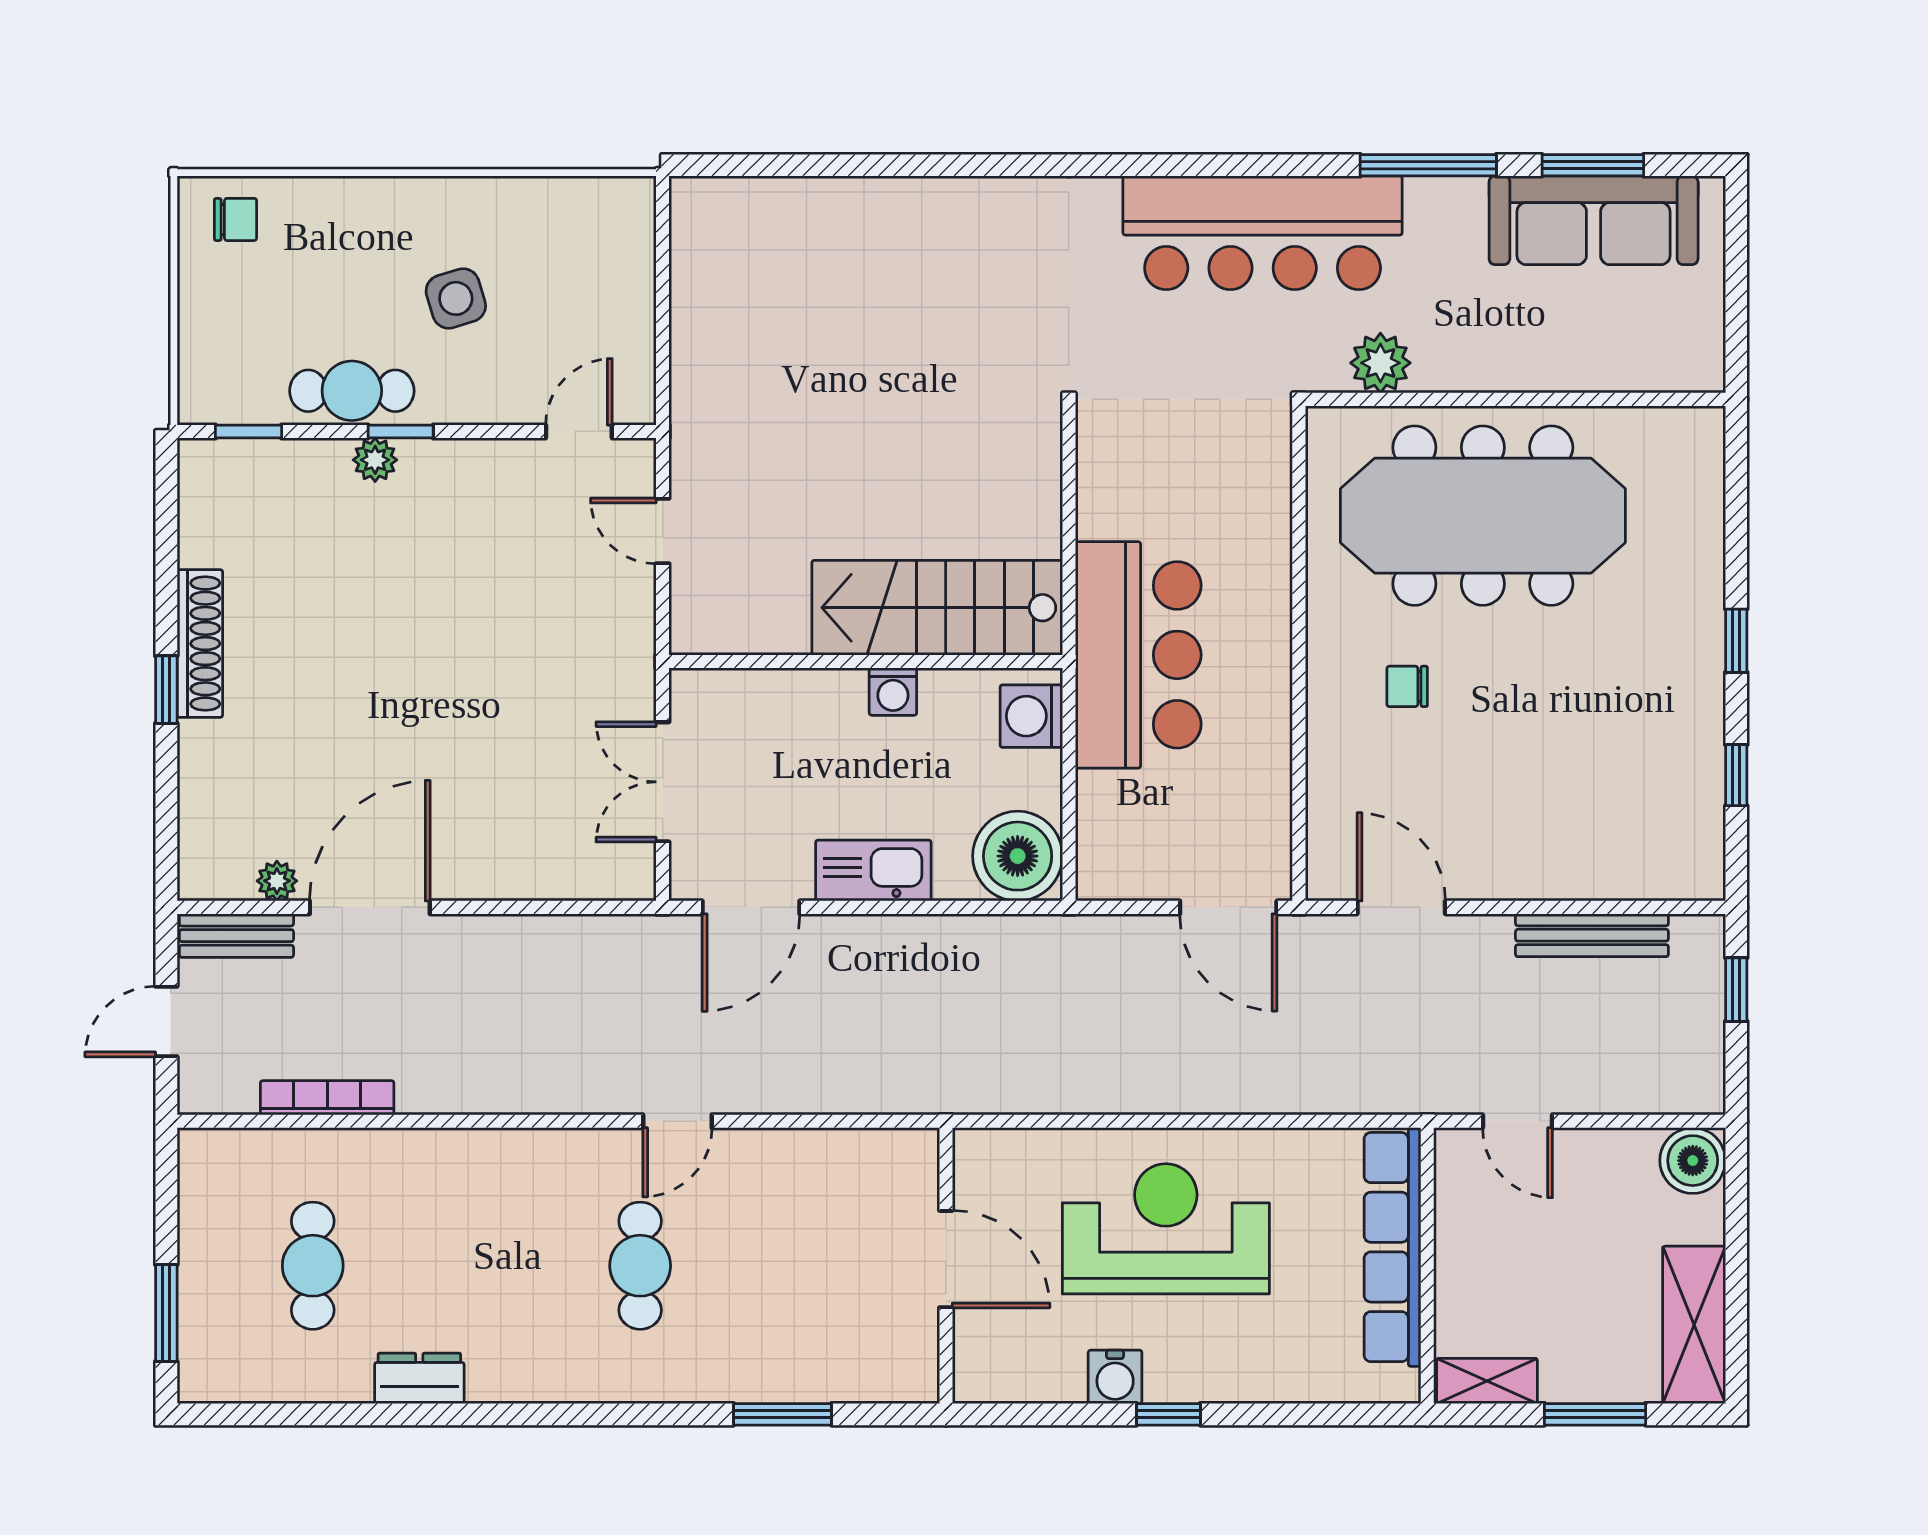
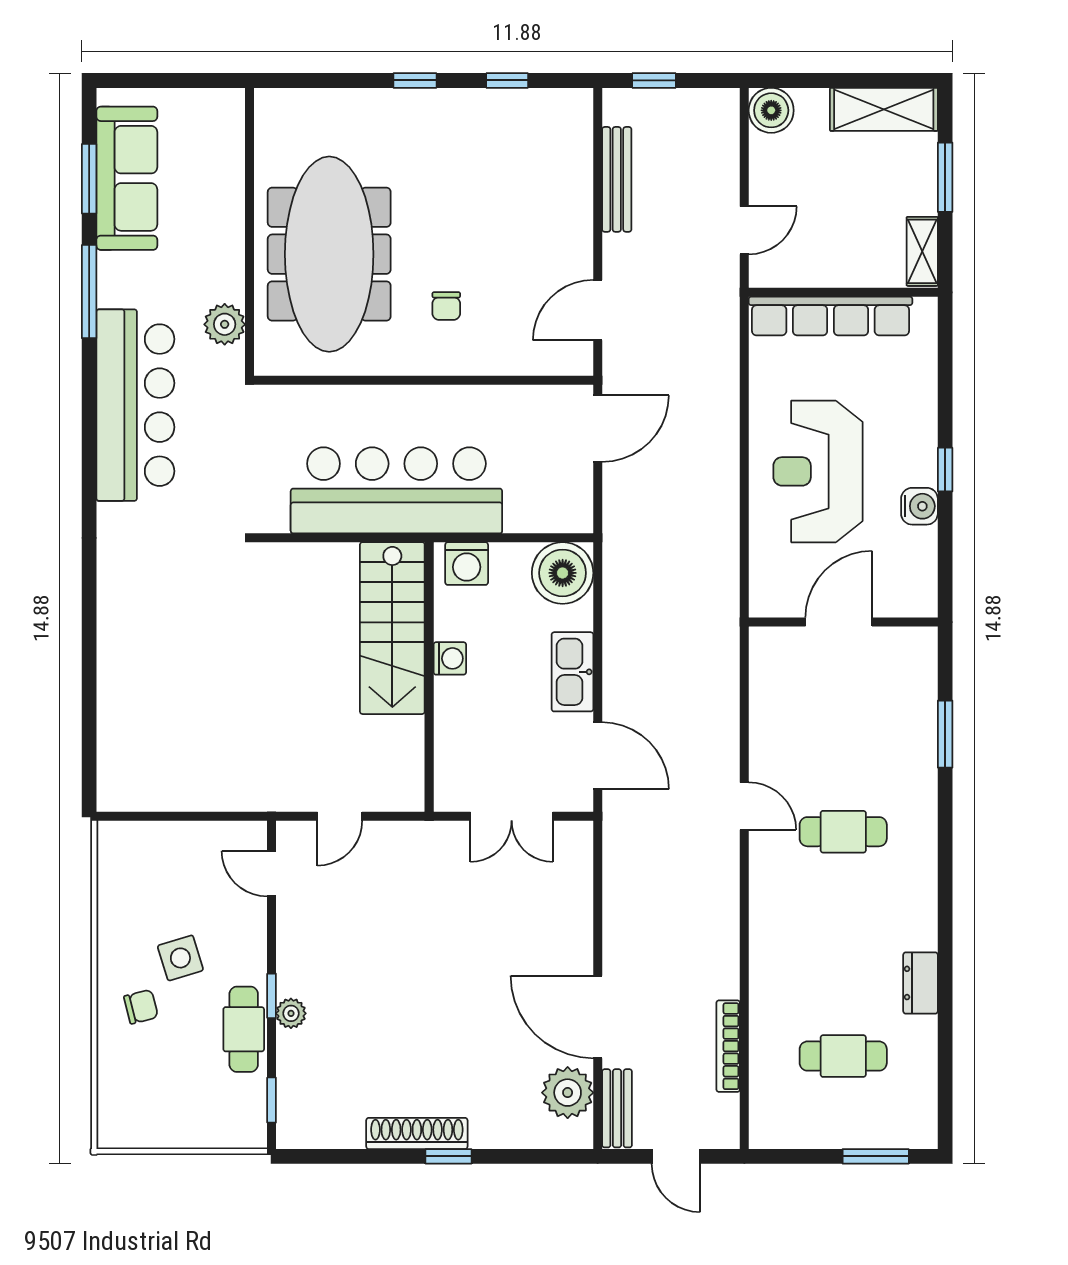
chair: (235, 219) -> (141, 1007), moved, turned 76
bar counter: (1138, 655) -> (396, 490), width x1.36
plant: (277, 881) -> (568, 1093), width x1.87, depth x1.87

